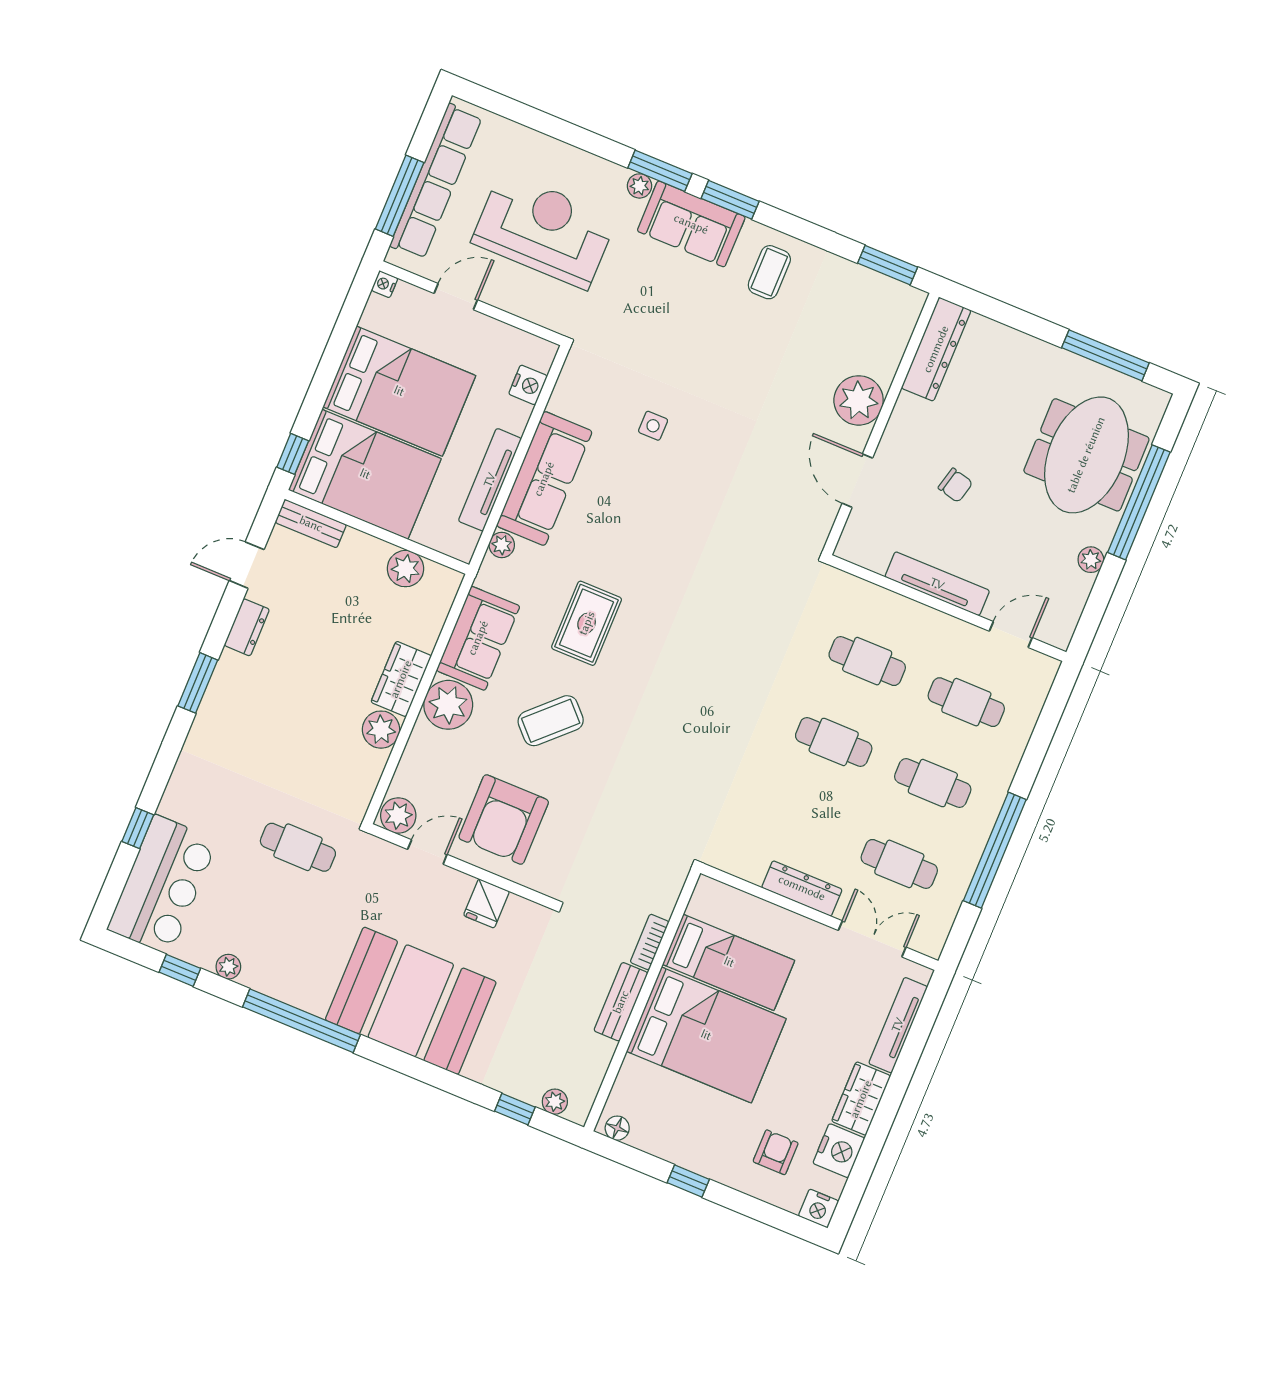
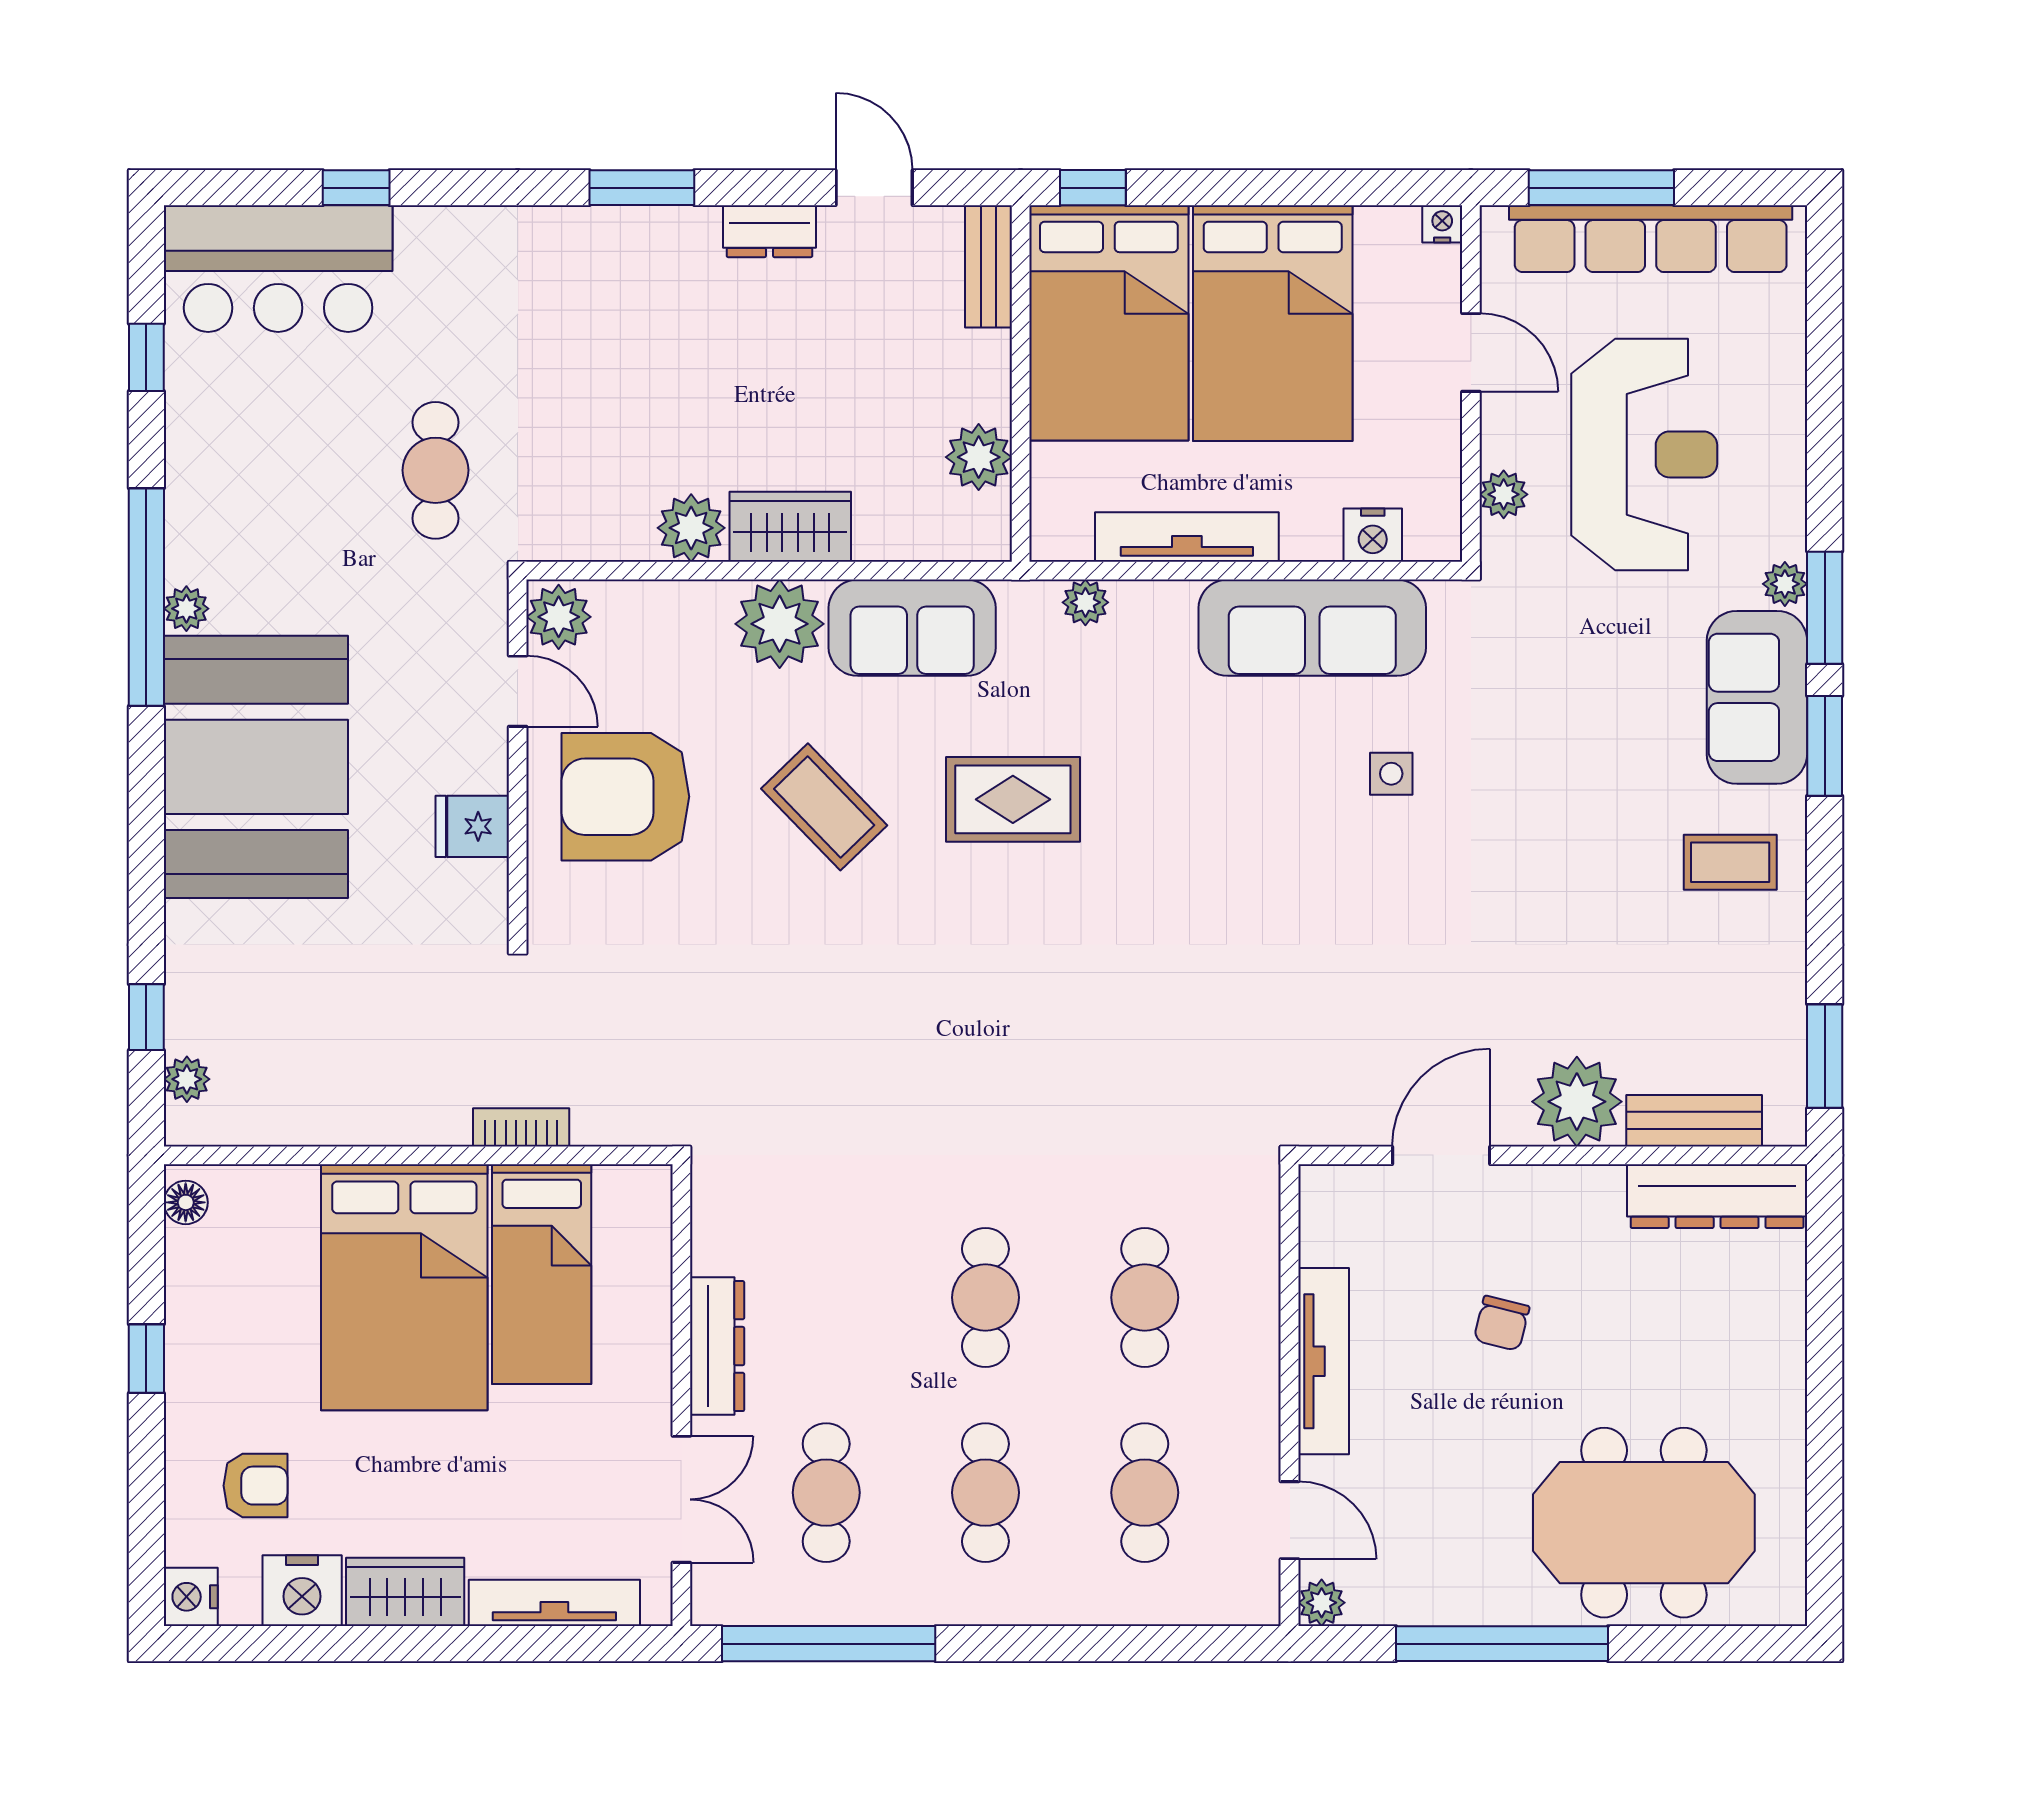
plant: (535, 310) -> (1504, 494), added
window: (1105, 355) -> (1825, 1485), removed
sofa: (544, 479) -> (1312, 628), moved
window: (1139, 502) -> (1502, 1644), moved
plant: (1091, 560) -> (1322, 1603), moved
window: (995, 850) -> (829, 1644), moved
plant: (228, 967) -> (186, 609), moved
bench: (621, 1002) -> (1694, 1121), moved

